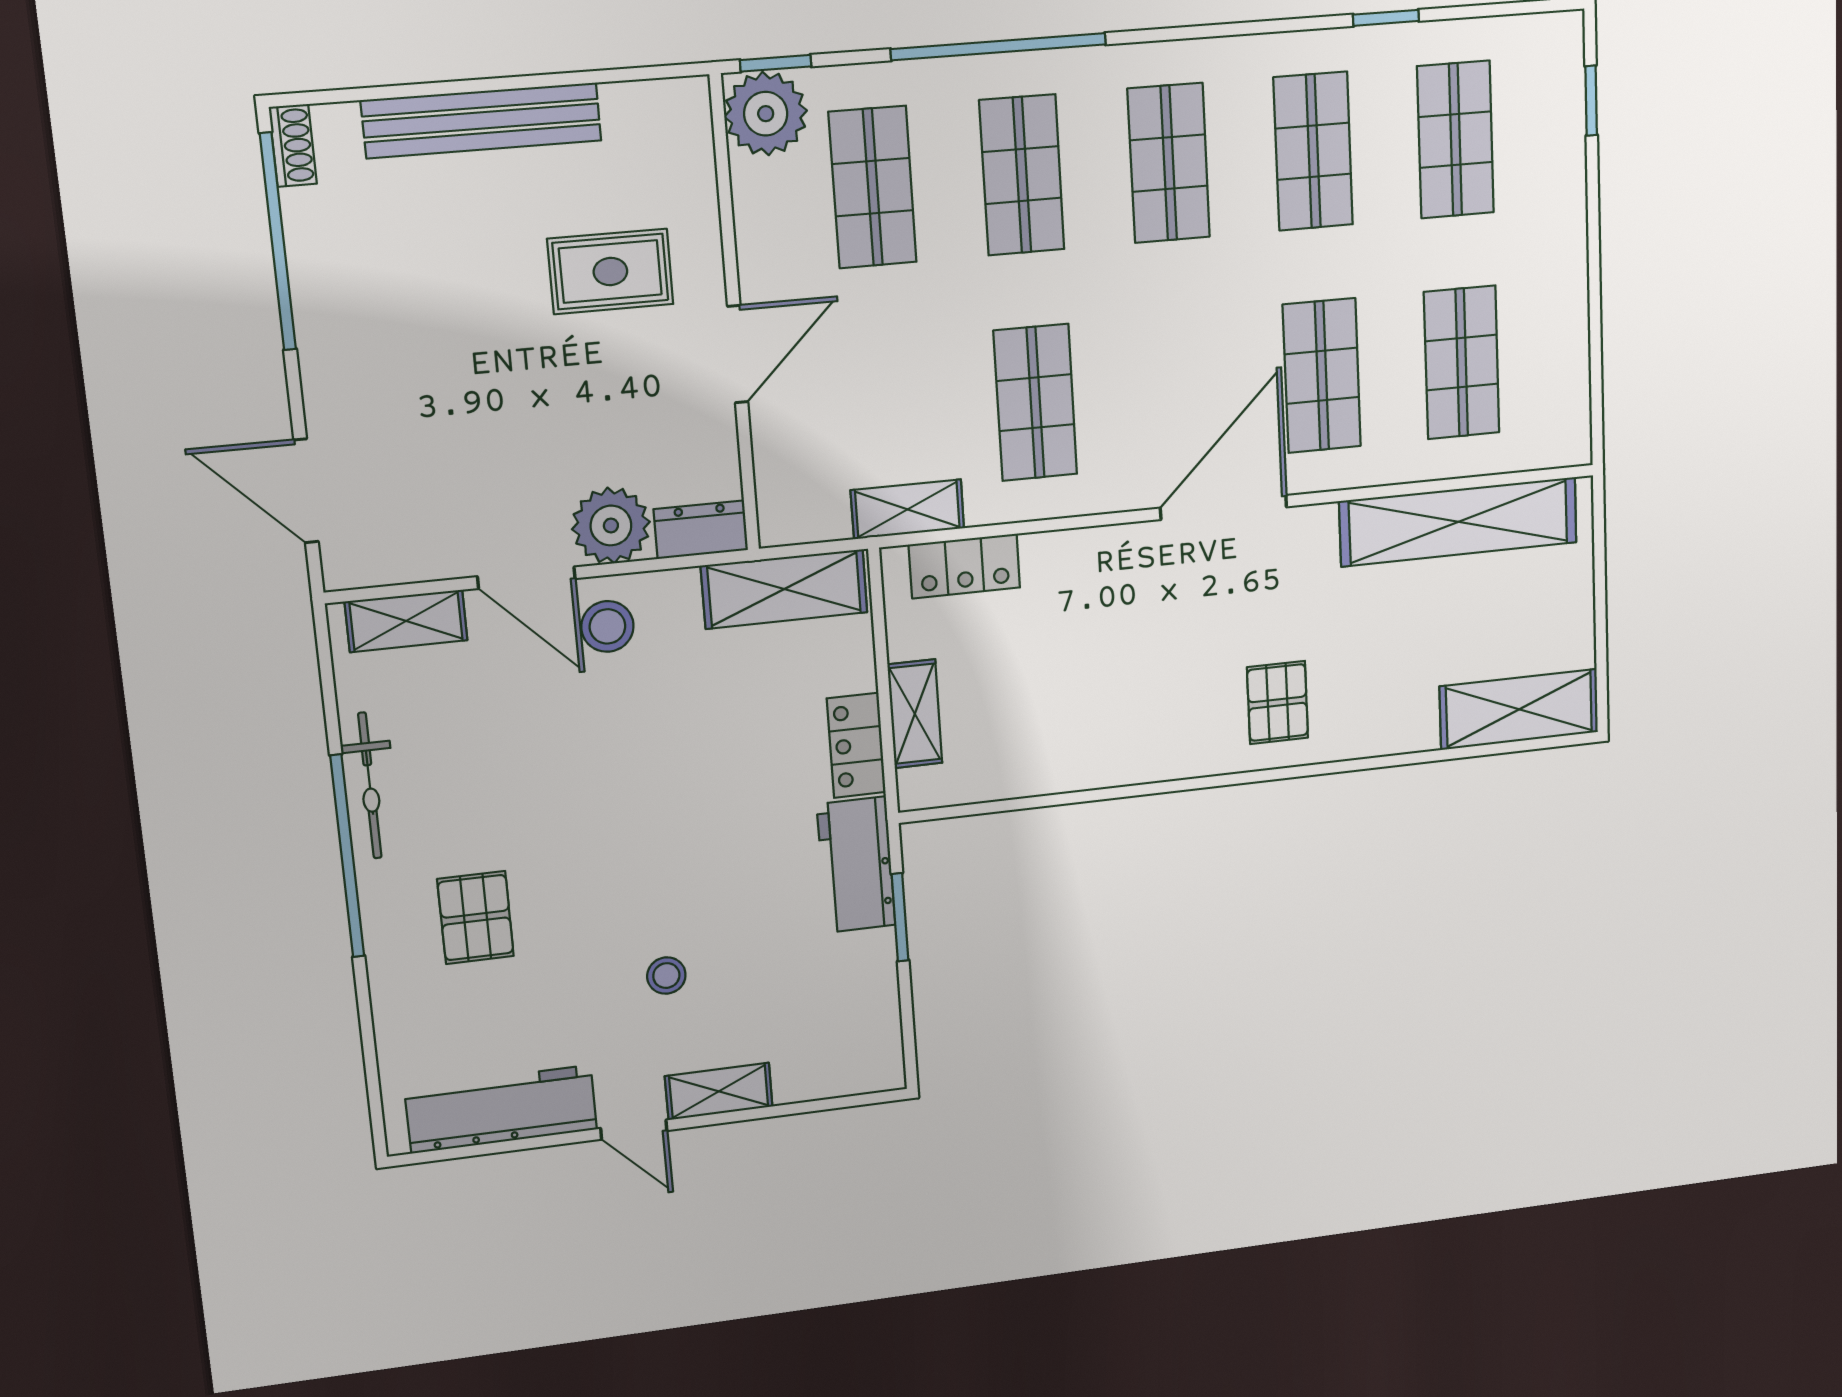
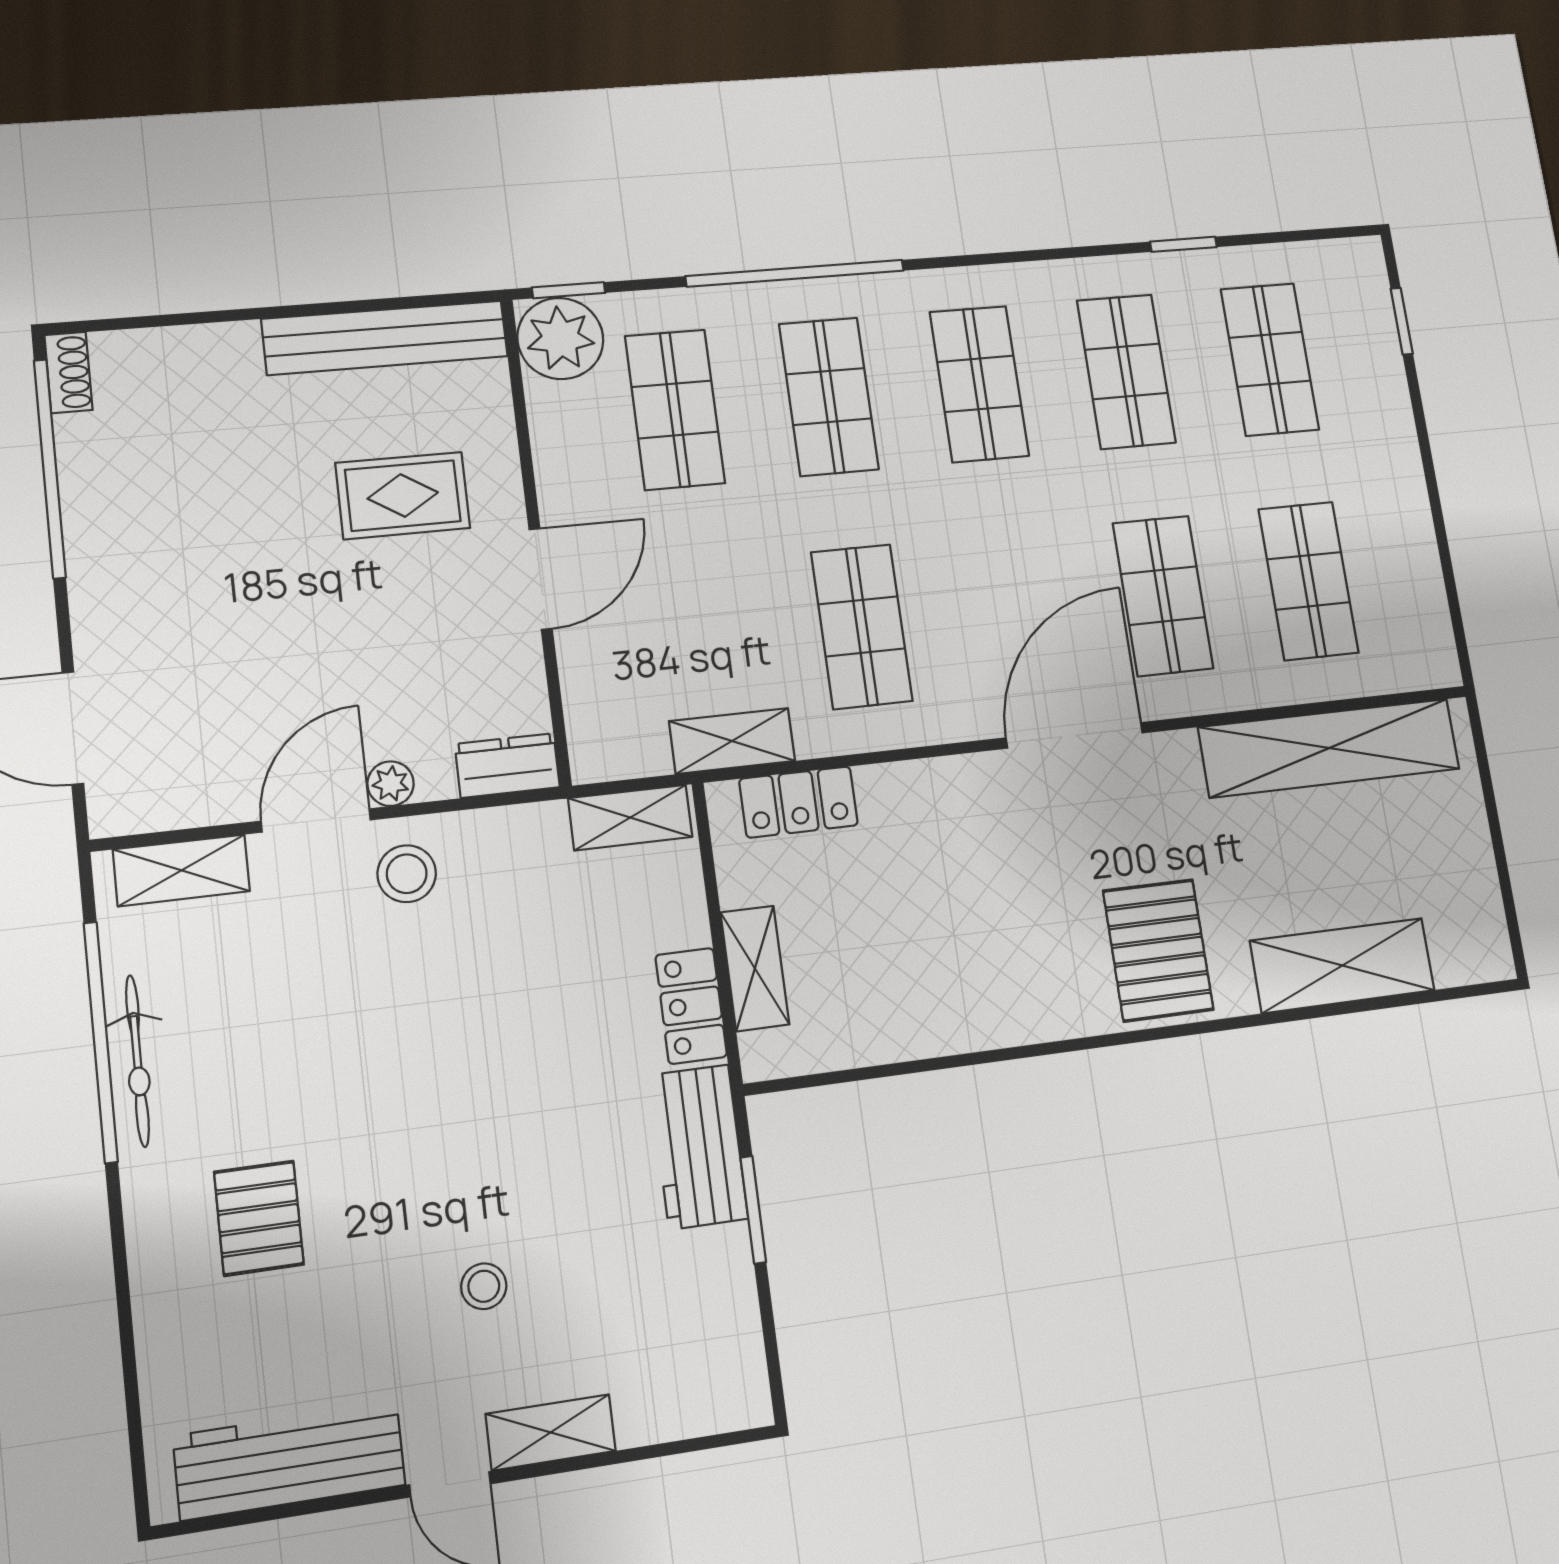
bench: (482, 120) -> (385, 338), moved
plant: (611, 526) -> (391, 784), width x0.53, depth x0.53
door: (526, 578) -> (316, 820), swing flipped
shelving: (784, 589) -> (630, 818), width x0.67, depth x0.75
pallet: (1278, 703) -> (1158, 950), width x1.50, depth x1.42
shelving: (1519, 709) -> (1342, 966), moved
window: (347, 856) -> (101, 1042), moved

